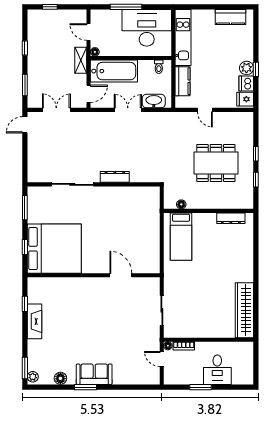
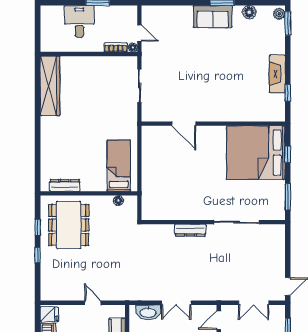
dining table: (216, 163) -> (69, 225), moved, turned 90

